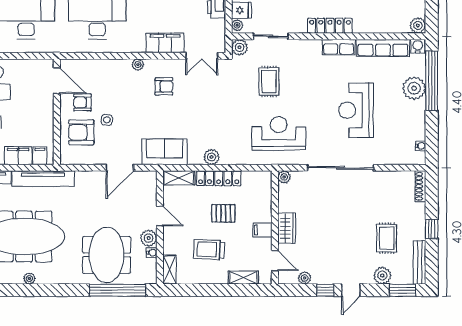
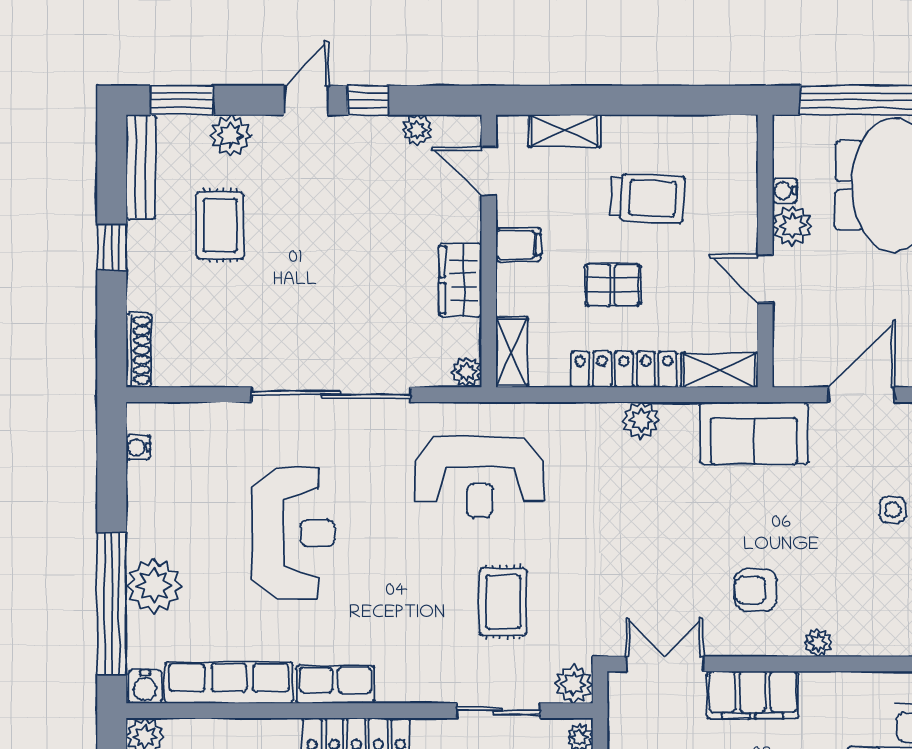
wardrobe: (287, 228) -> (460, 280), moved
shelving: (169, 270) -> (512, 352), moved

